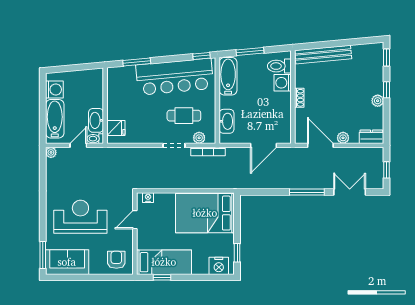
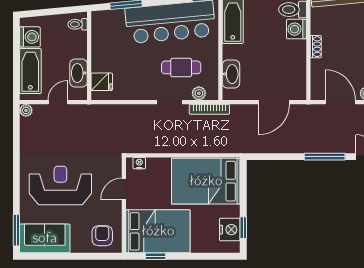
toilet: (95, 139) -> (78, 24), moved
bed: (164, 262) -> (158, 231), width x1.50
nightstand: (219, 266) -> (230, 230), moved, turned -90

